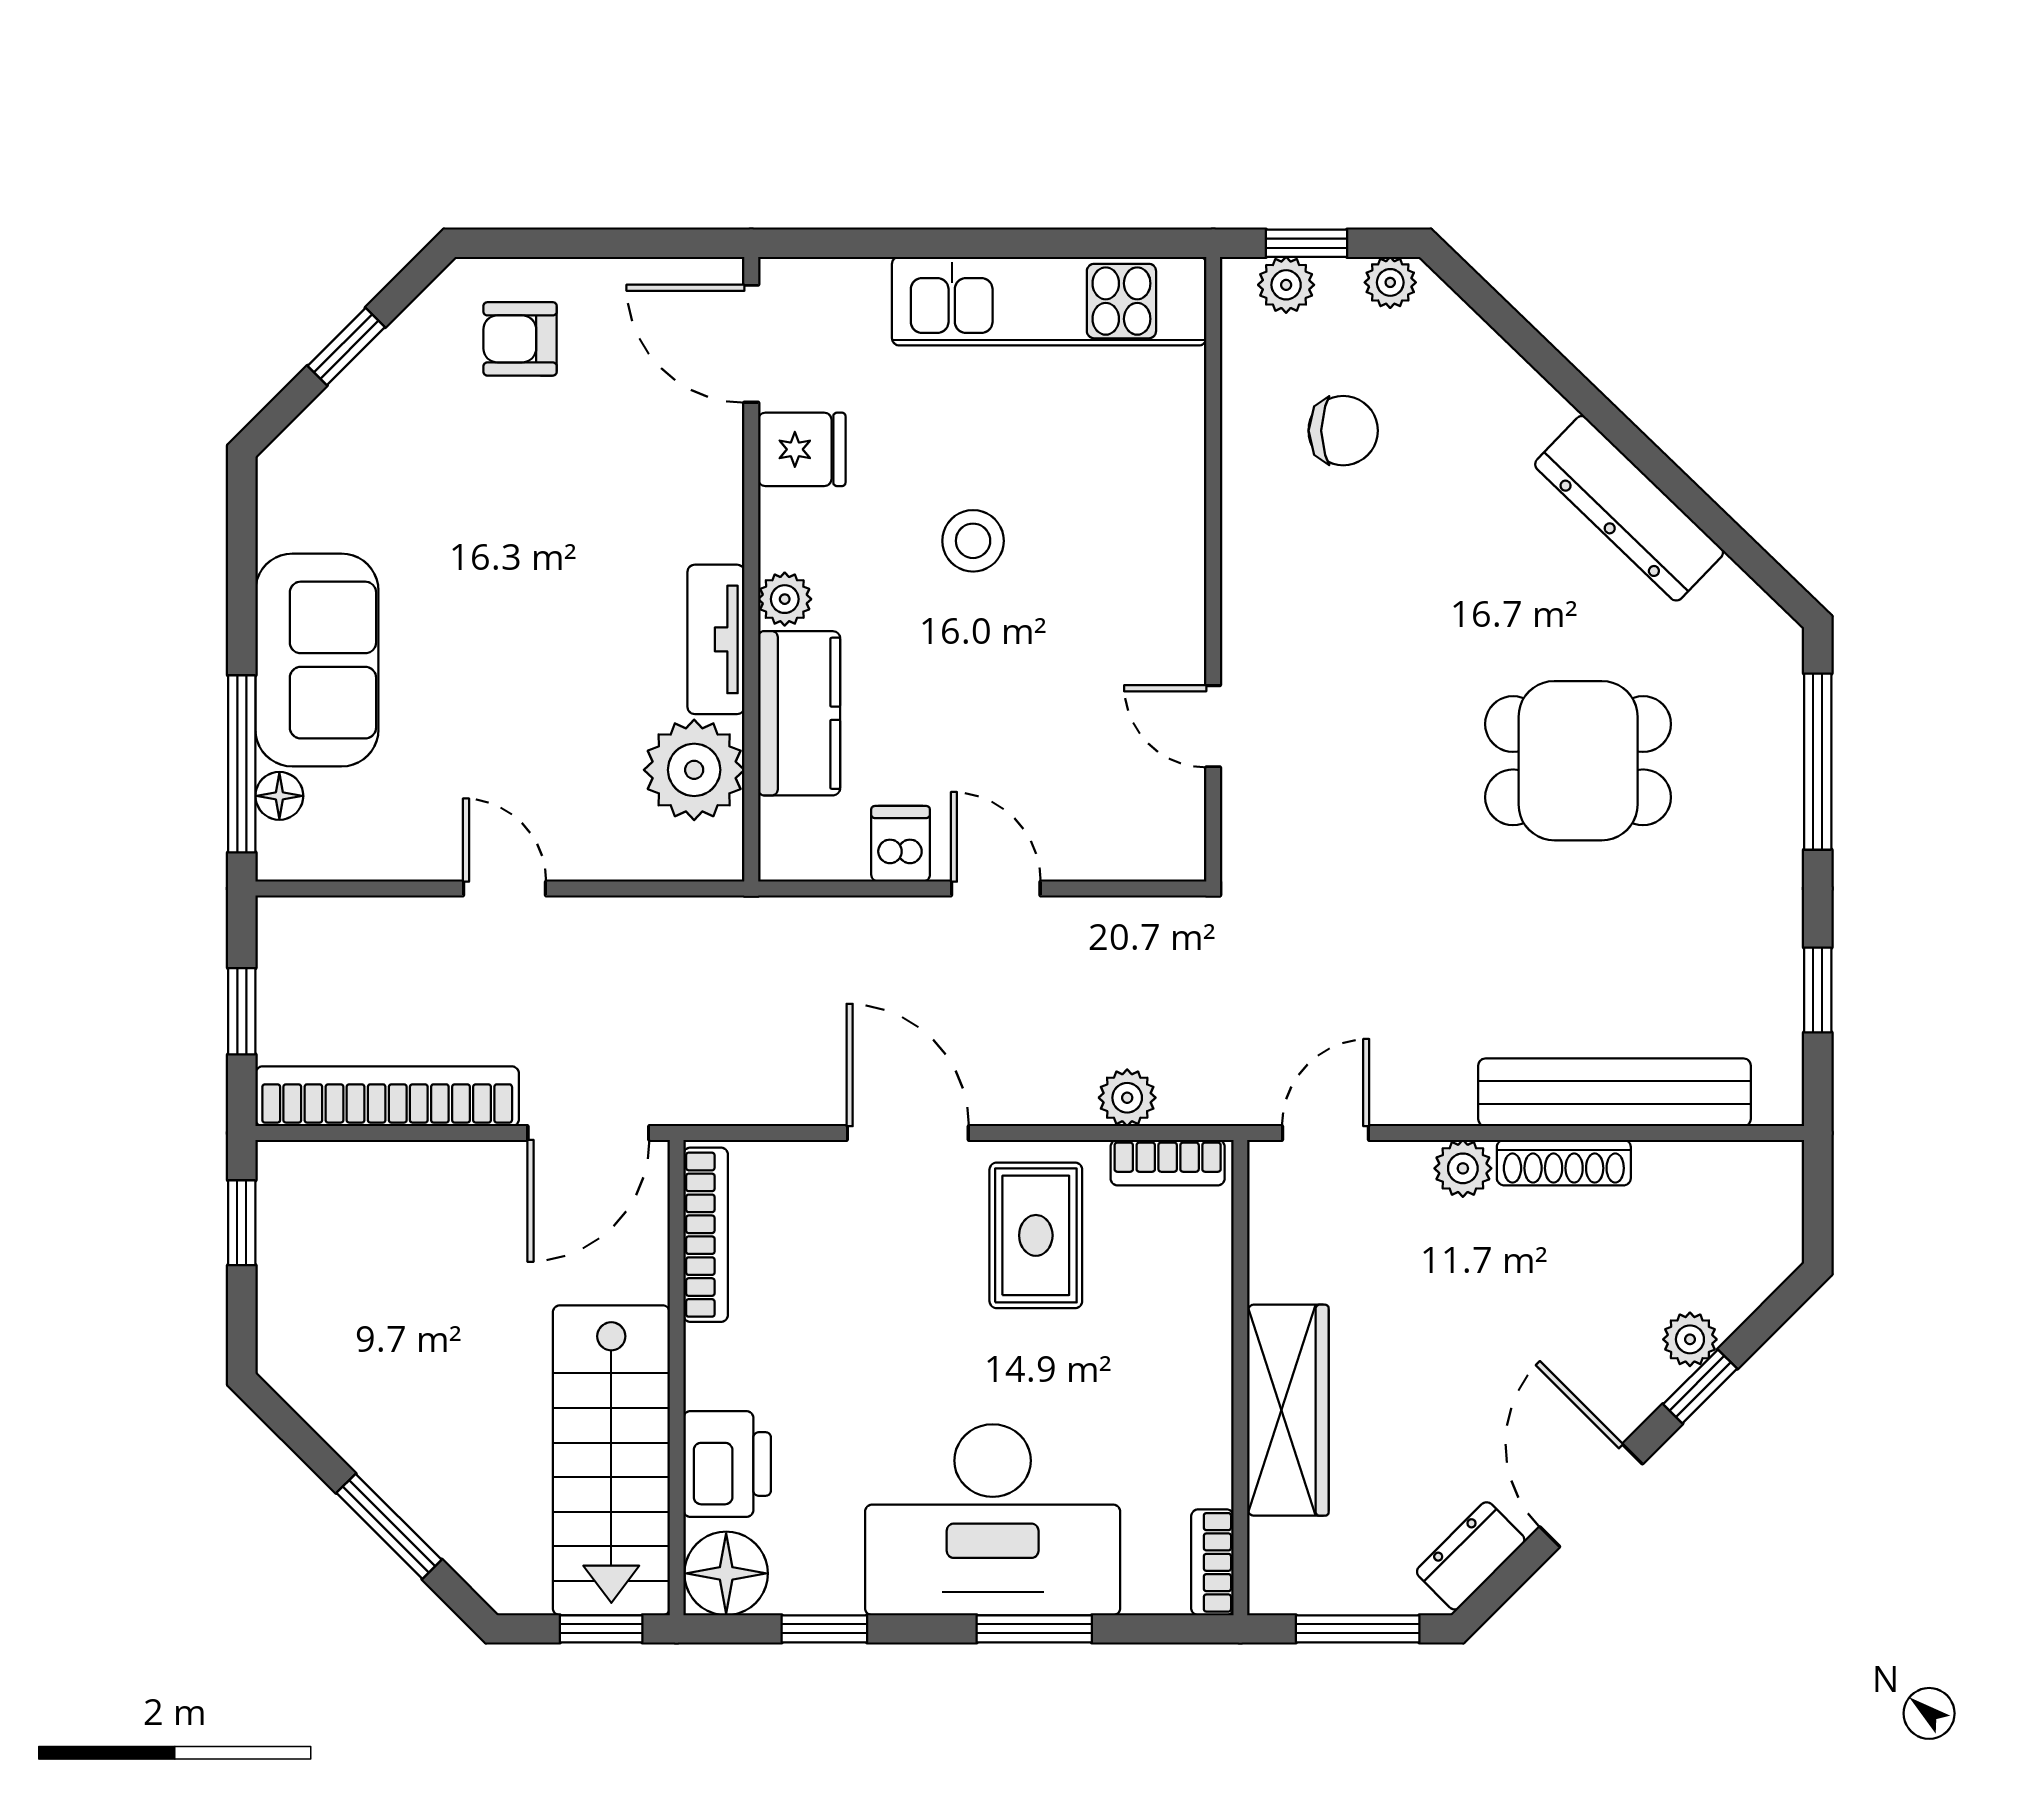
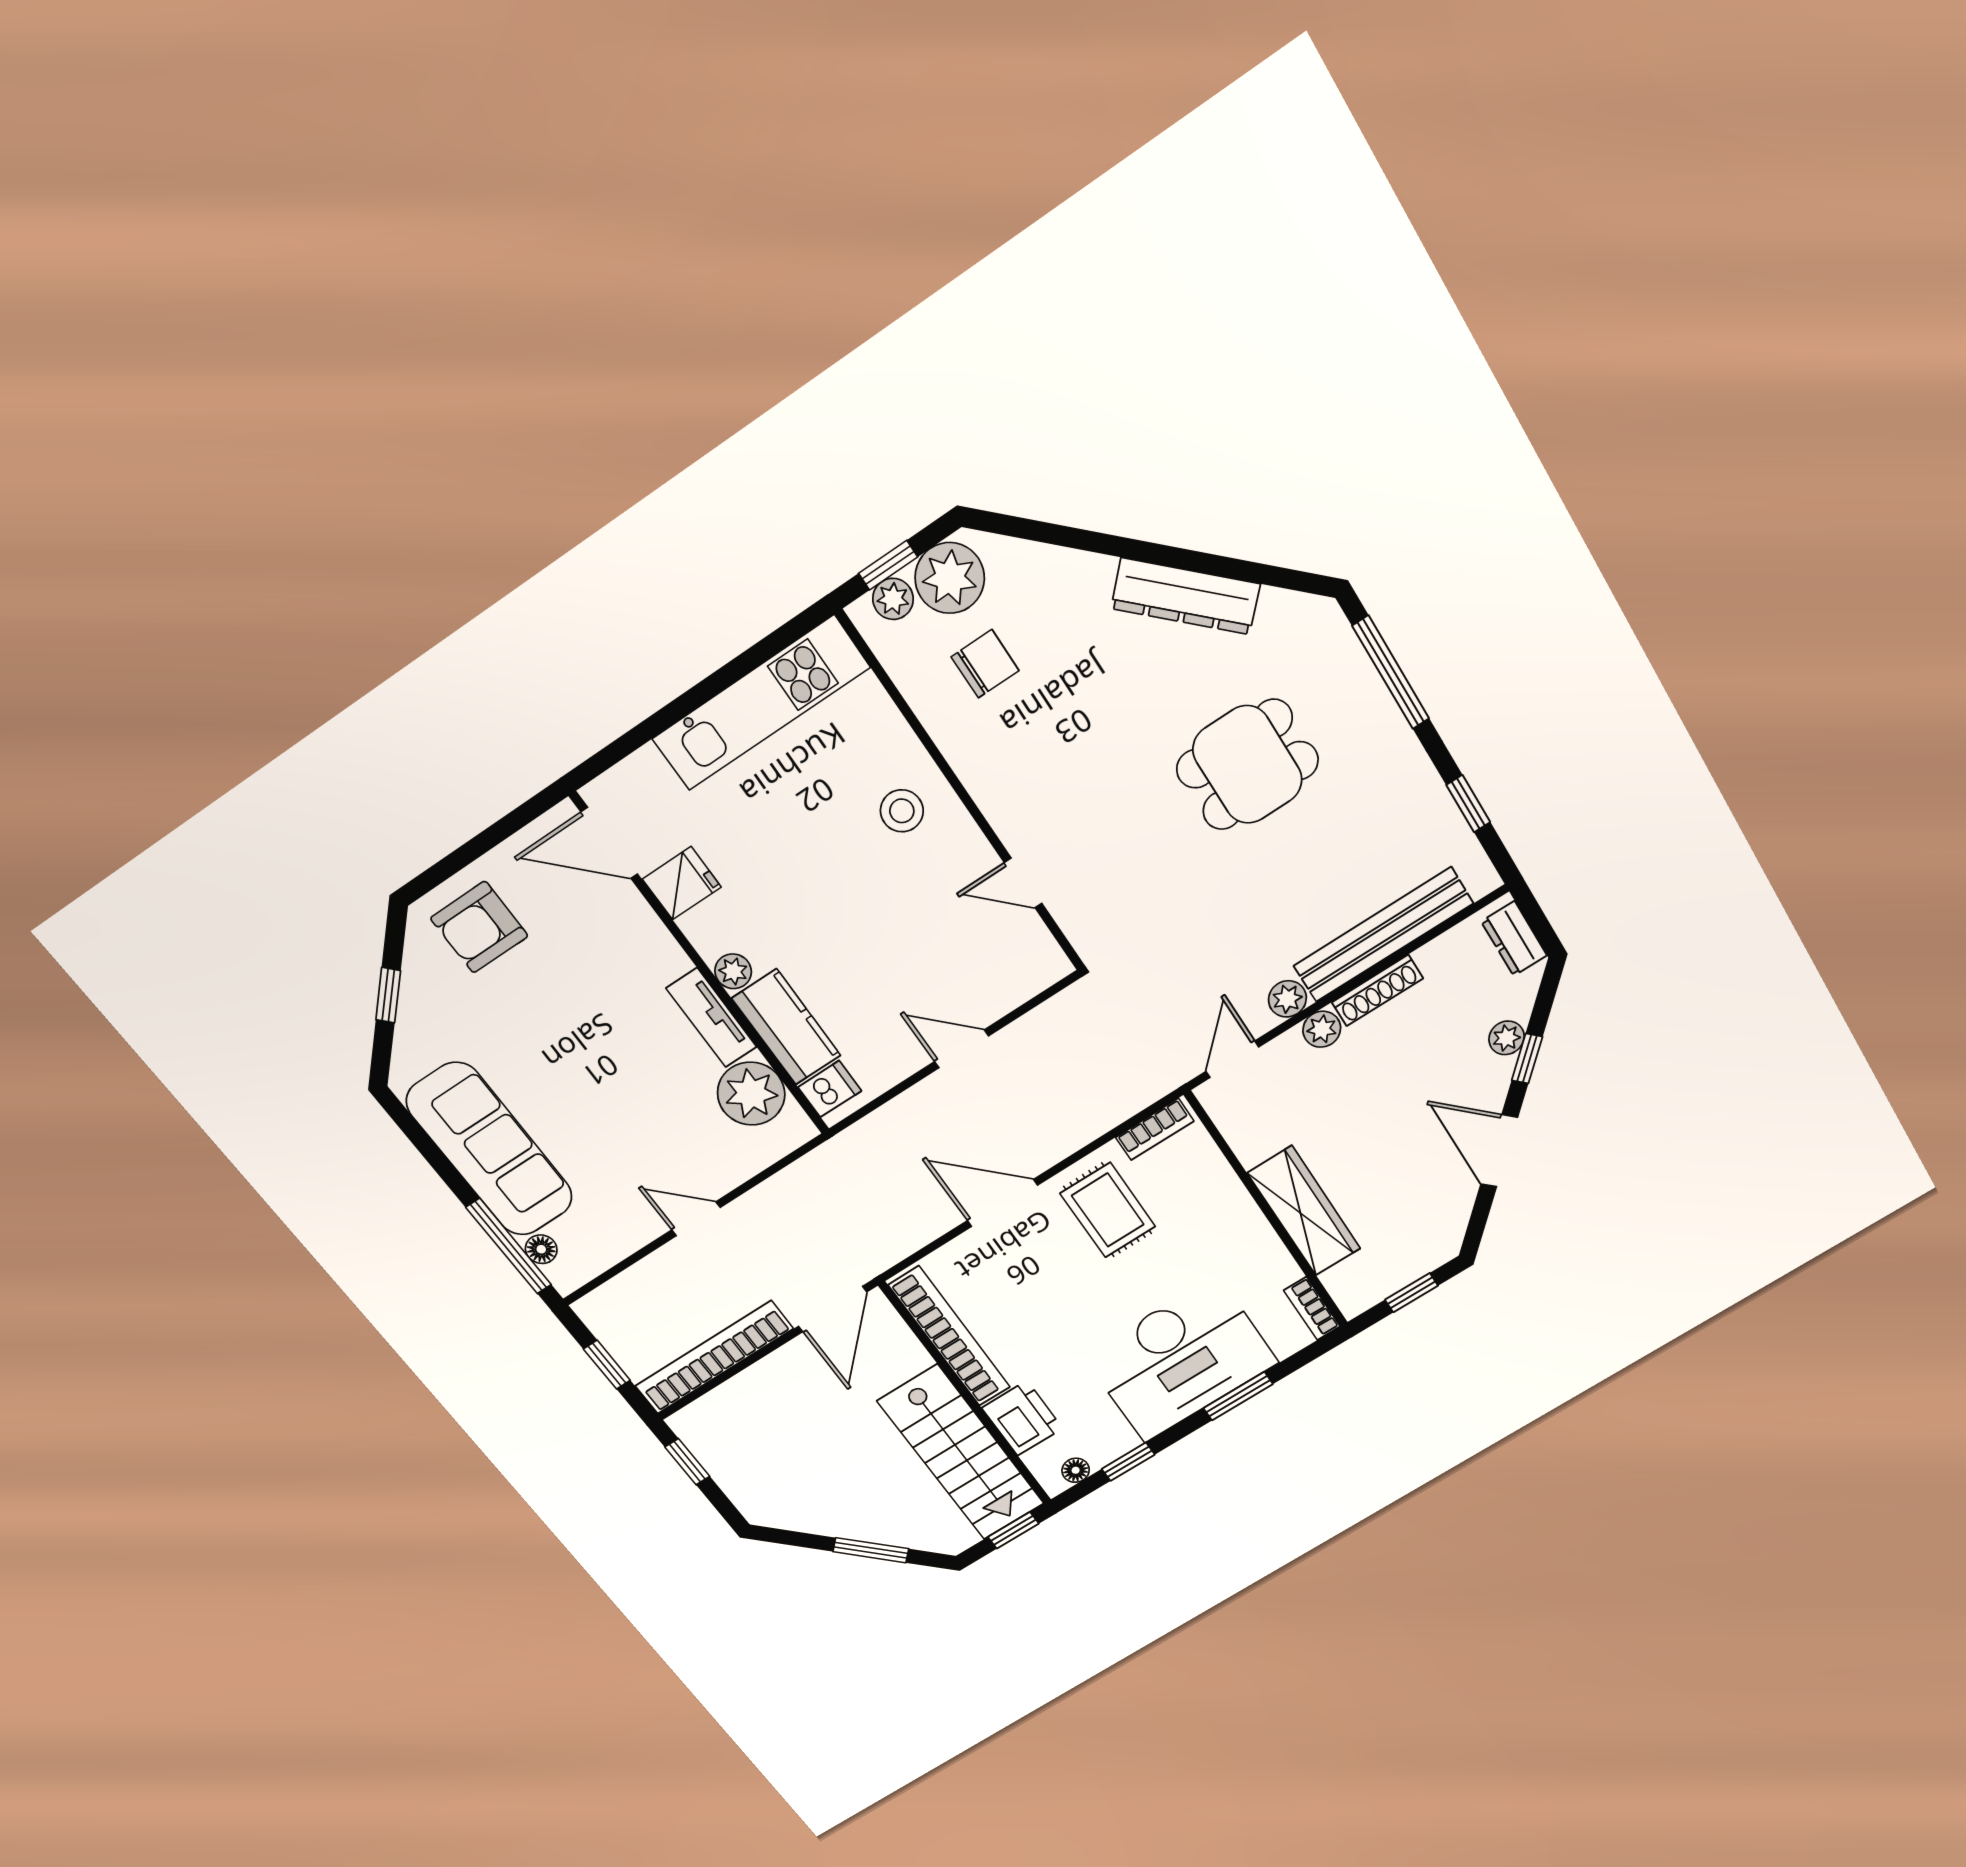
plant: (1390, 282) -> (950, 578), width x1.88, depth x1.88
armchair: (520, 339) -> (479, 927), width x1.38, depth x1.38
stool: (973, 541) -> (902, 811), moved
sofa: (317, 660) -> (490, 1150), width x1.36
dishwasher: (901, 844) -> (830, 1089), moved, turned 90
plant: (1127, 1098) -> (1287, 999), moved
bookcase: (706, 1235) -> (950, 1336), width x1.48, depth x1.31
dresser: (1471, 1556) -> (1514, 939), moved, turned -45
floor lamp: (726, 1573) -> (1076, 1470), width x0.53, depth x0.53
window: (1358, 1629) -> (1412, 1293), width x0.67

